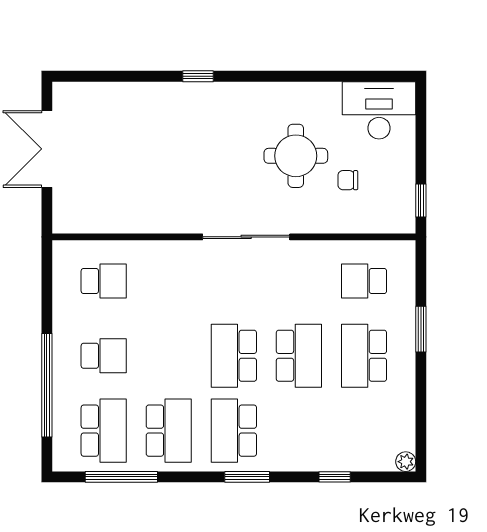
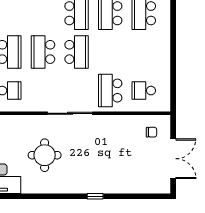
chair: (348, 180) -> (152, 132), moved
school desk: (104, 356) -> (110, 91), moved, width x1.85
window: (47, 385) -> (173, 37), removed

